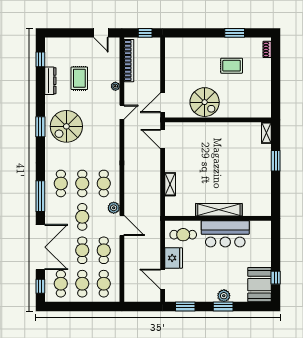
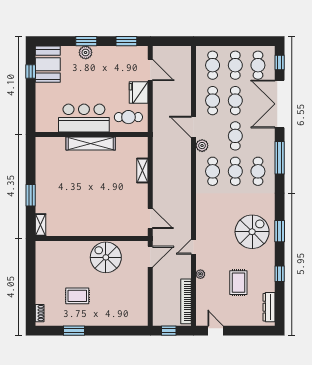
window: (40, 59) -> (280, 274), moved
dresser: (50, 81) -> (269, 307), moved

